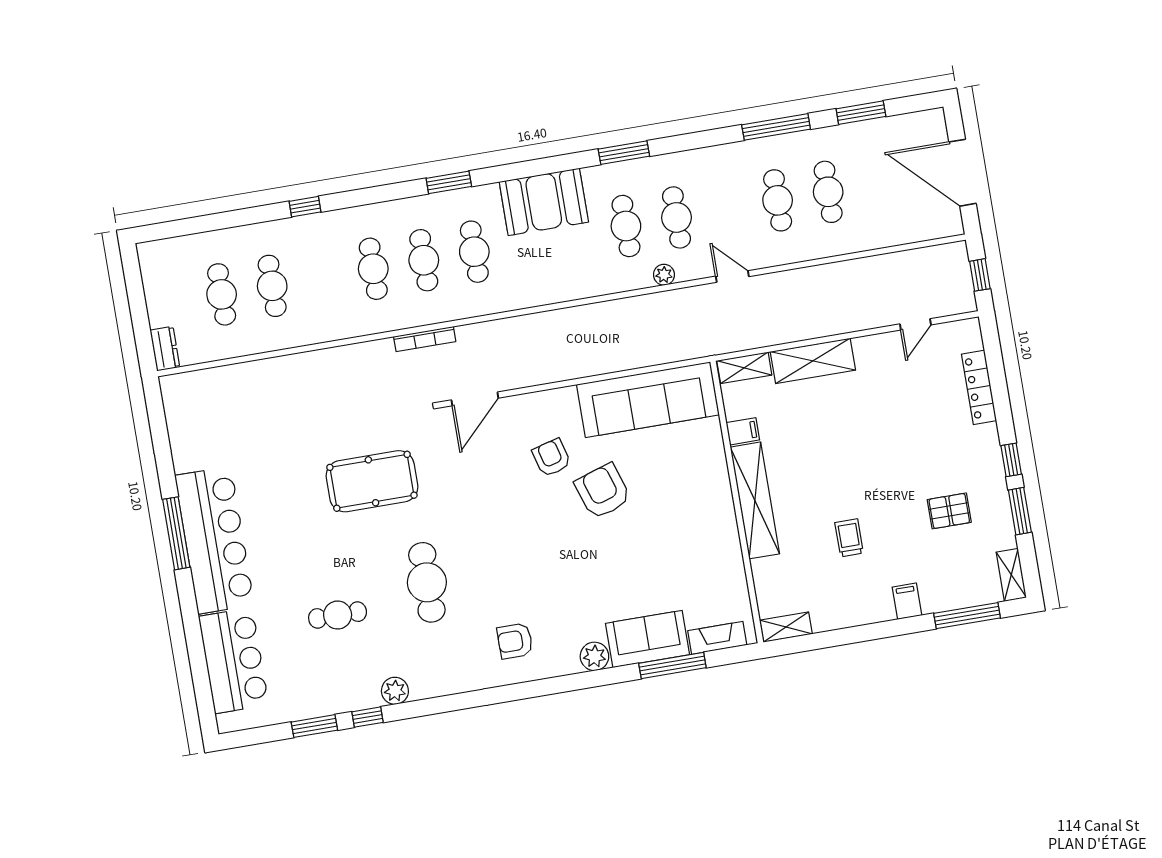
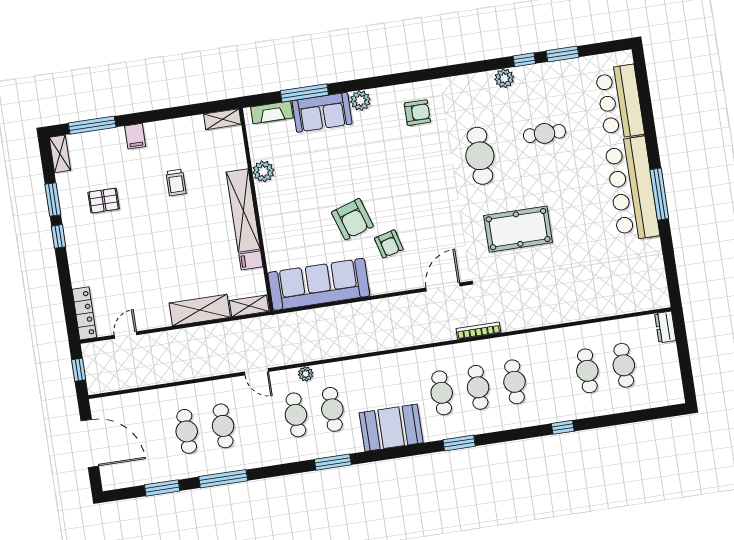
locker: (979, 387) -> (84, 313), moved
plant: (728, 555) -> (263, 171), added

